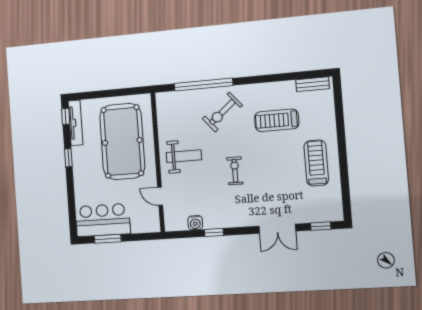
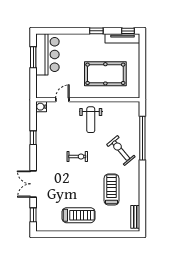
pool table: (122, 141) -> (105, 74), width x0.73, depth x0.76
water cooler: (195, 223) -> (41, 107), moved

